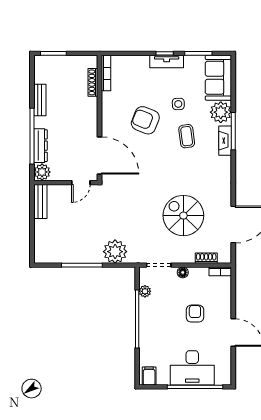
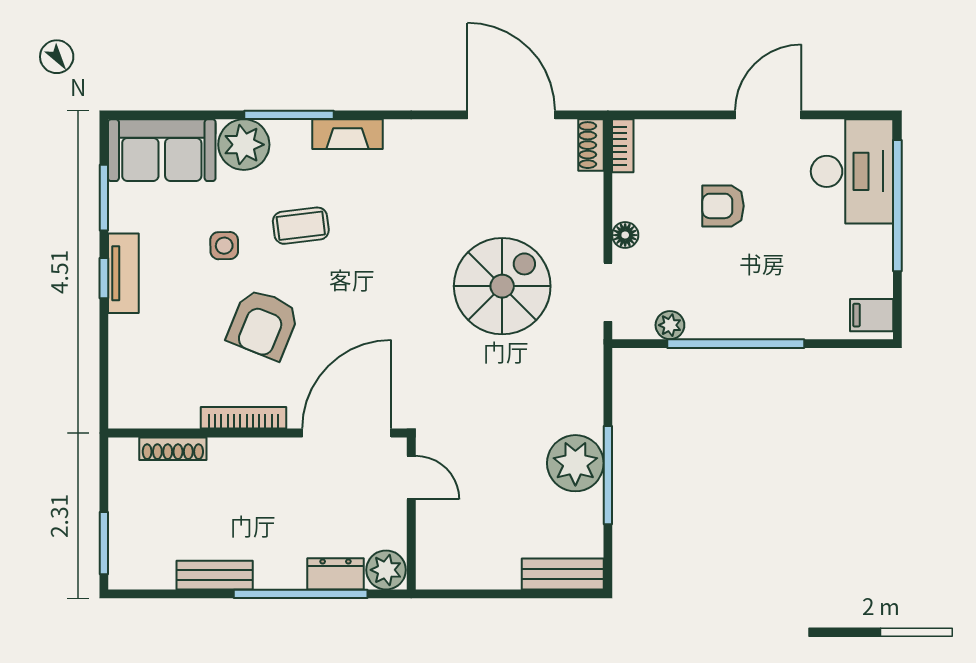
bookcase: (106, 73) -> (243, 418), moved
fireplace: (225, 141) -> (348, 134), moved
dresser: (40, 146) -> (336, 574), width x0.70
bench: (40, 202) -> (563, 574), moved
spiral stairs: (183, 216) -> (502, 286), moved, turned 180
plant: (115, 252) -> (575, 463), moved
shoe rack: (206, 258) -> (591, 145), moved
desk: (192, 368) -> (852, 171), moved

